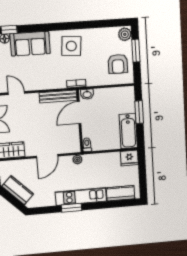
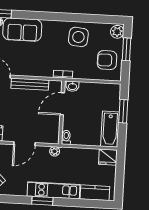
side table: (71, 46) -> (78, 37), moved
armchair: (118, 64) -> (107, 60), turned 90
bench: (58, 97) -> (30, 84), moved

